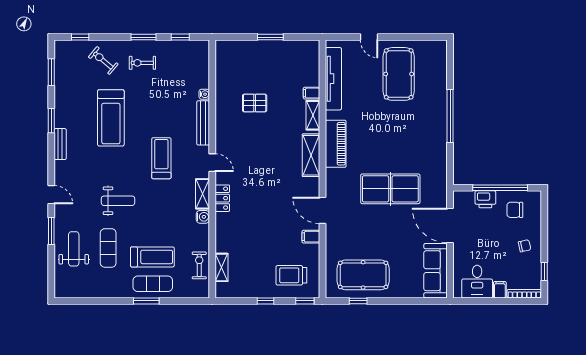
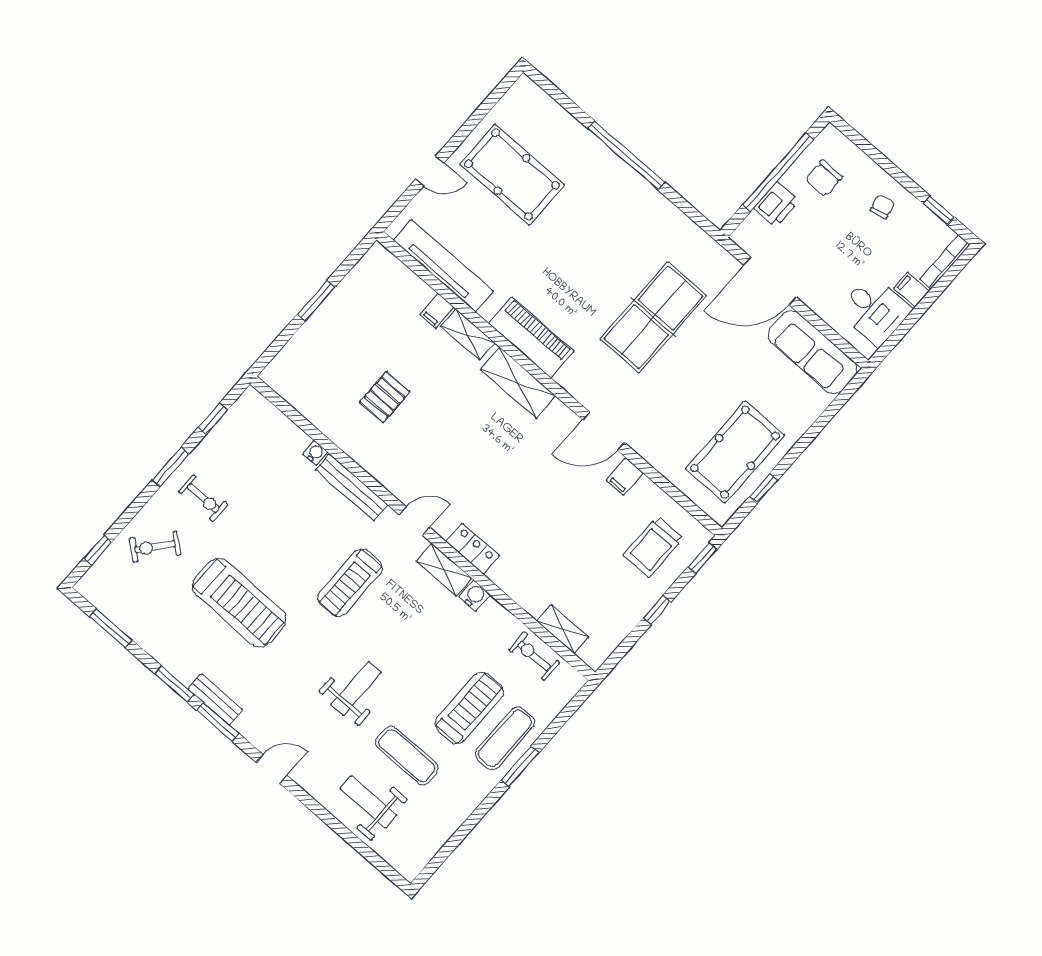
exercise bike: (142, 63) -> (203, 498), turned -90
treadmill: (161, 158) -> (350, 583), turned -90
window: (51, 231) -> (218, 722), moved

